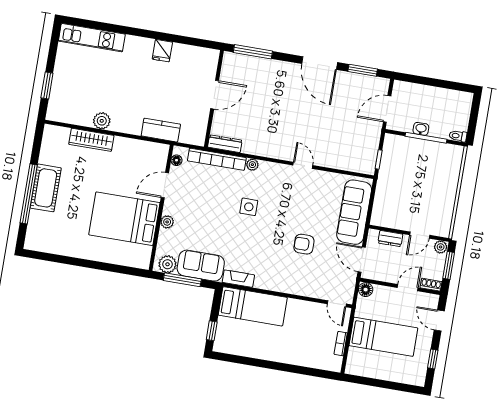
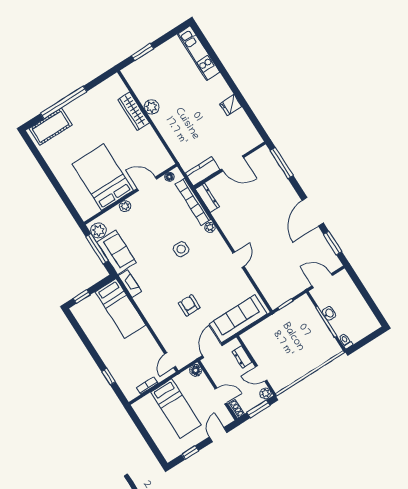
kitchen counter: (161, 130) -> (203, 171), moved, turned -90
cot: (46, 188) -> (51, 127), moved
window: (303, 370) -> (109, 377), added

